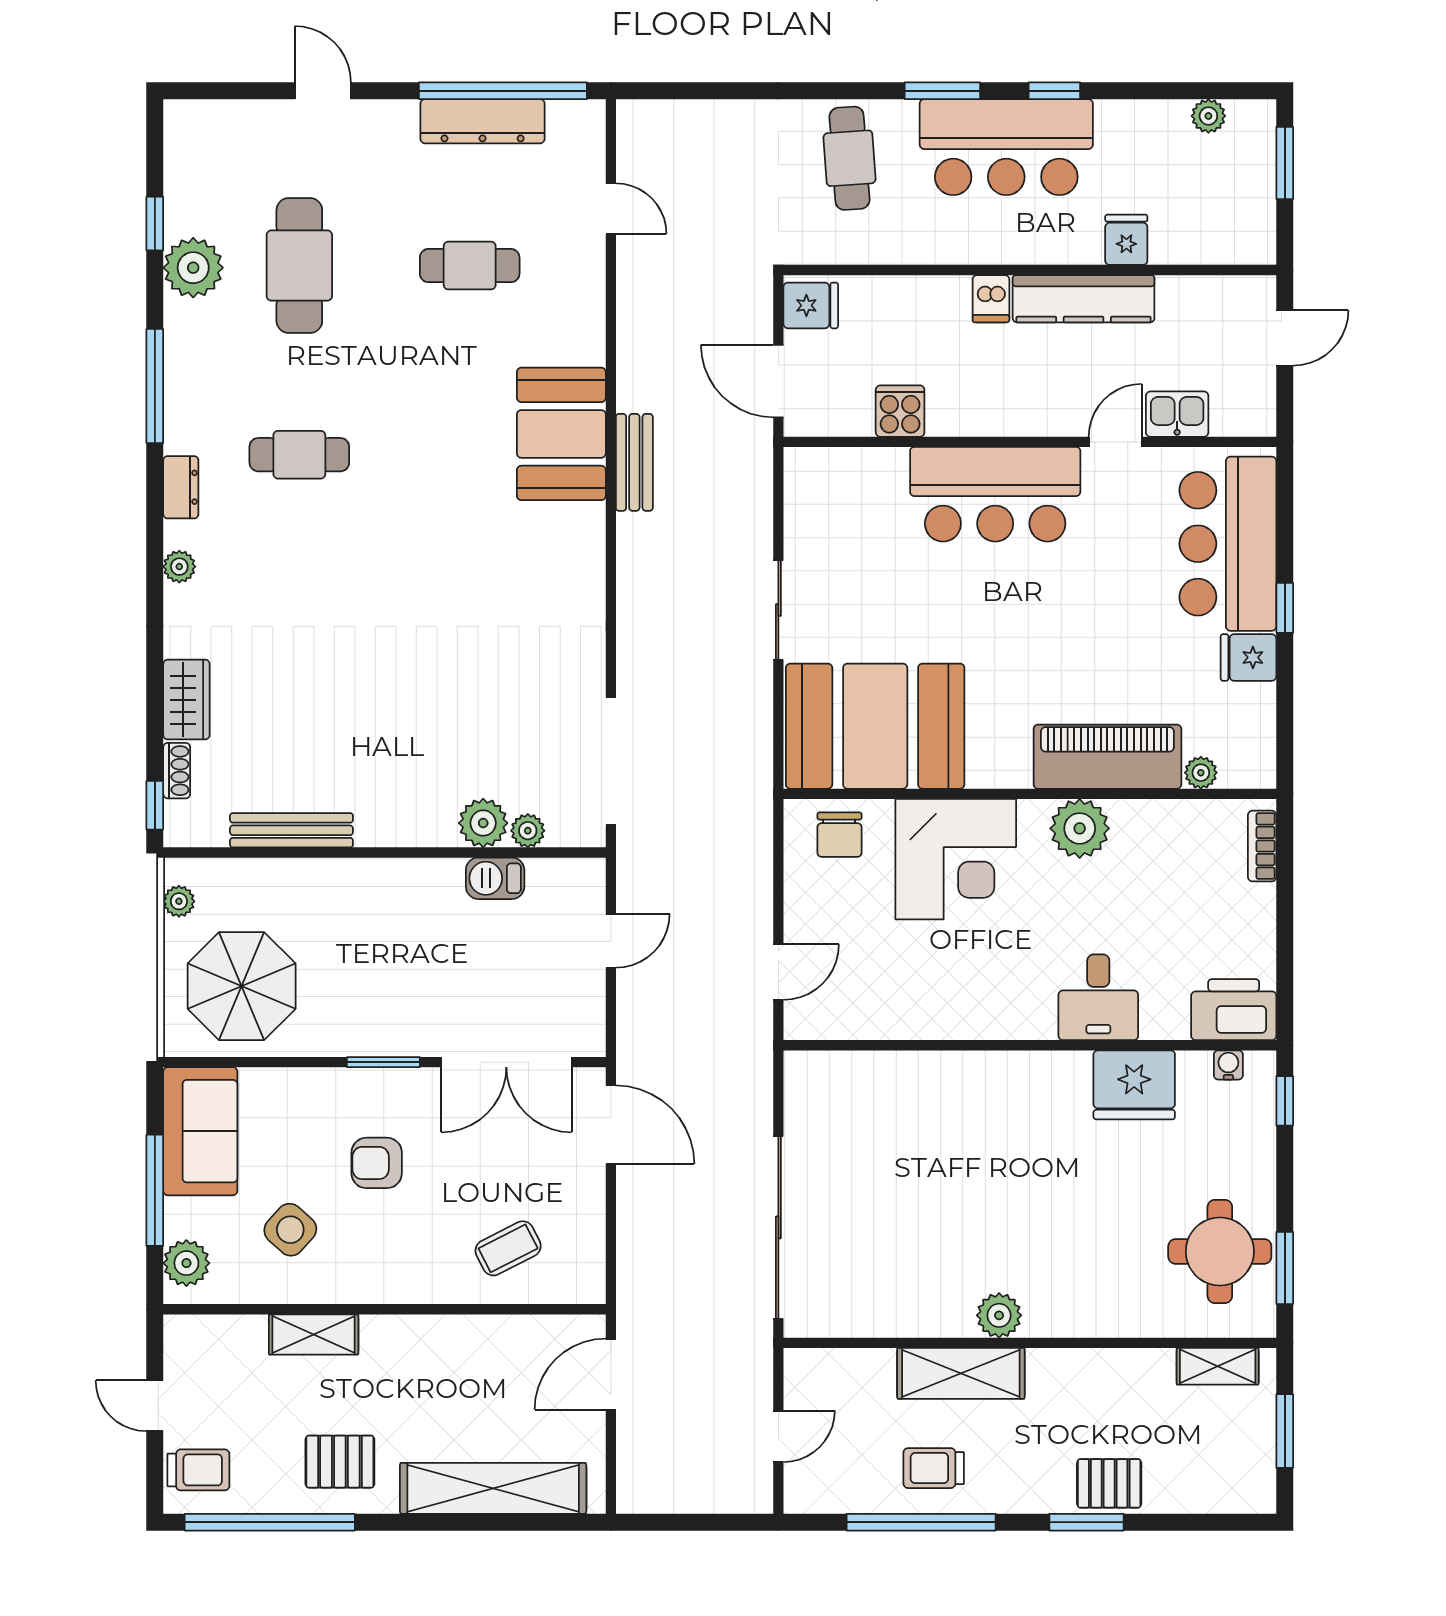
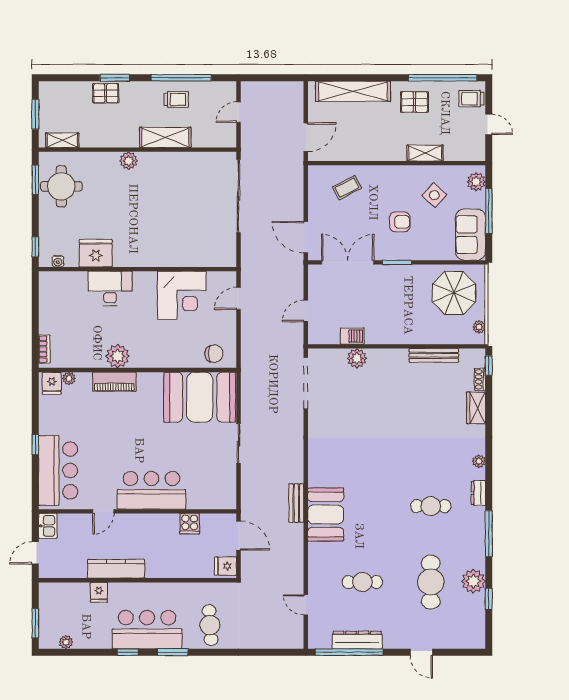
dishwasher: (991, 299) -> (153, 569), removed
kitchen sink: (1177, 414) -> (48, 526), moved, turned -90
fridge: (1248, 657) -> (52, 383), moved, turned 90
piano: (1107, 757) -> (114, 382), width x0.73, depth x0.75
plant: (528, 831) -> (339, 355), removed
chair: (839, 835) -> (214, 354), turned 90
corner desk: (956, 859) -> (182, 295), moved, turned 180
desk: (1098, 997) -> (110, 288), width x1.37
printer: (1234, 1010) -> (56, 283), removed
plant: (999, 1315) -> (129, 161), moved

